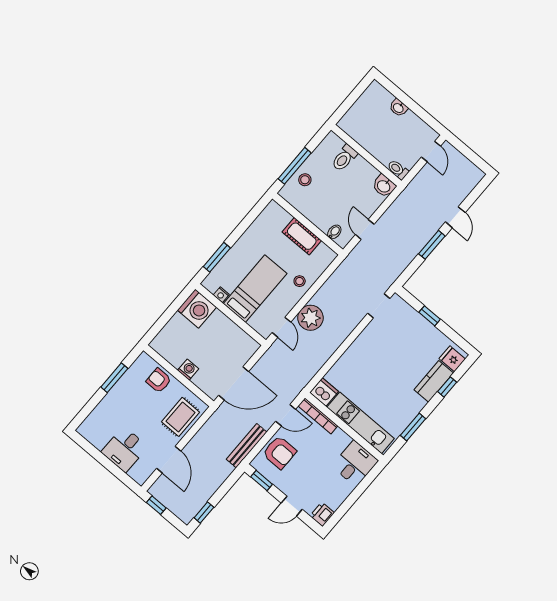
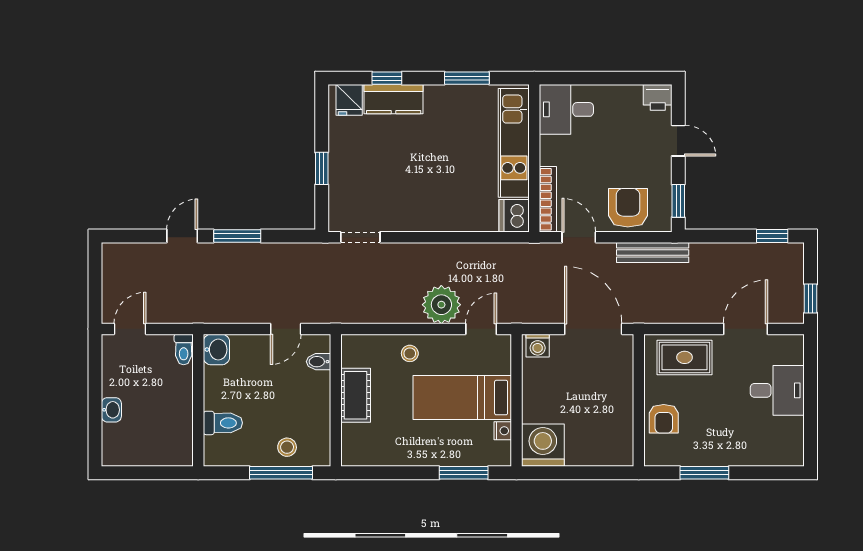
washing machine: (188, 370) -> (538, 346), moved, turned -90

